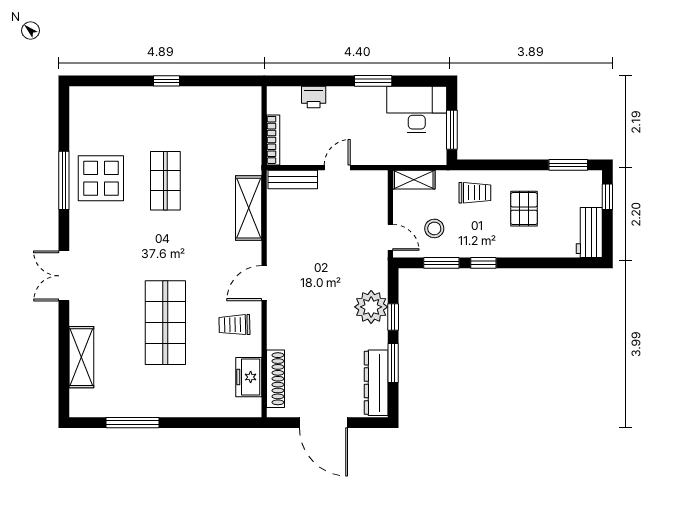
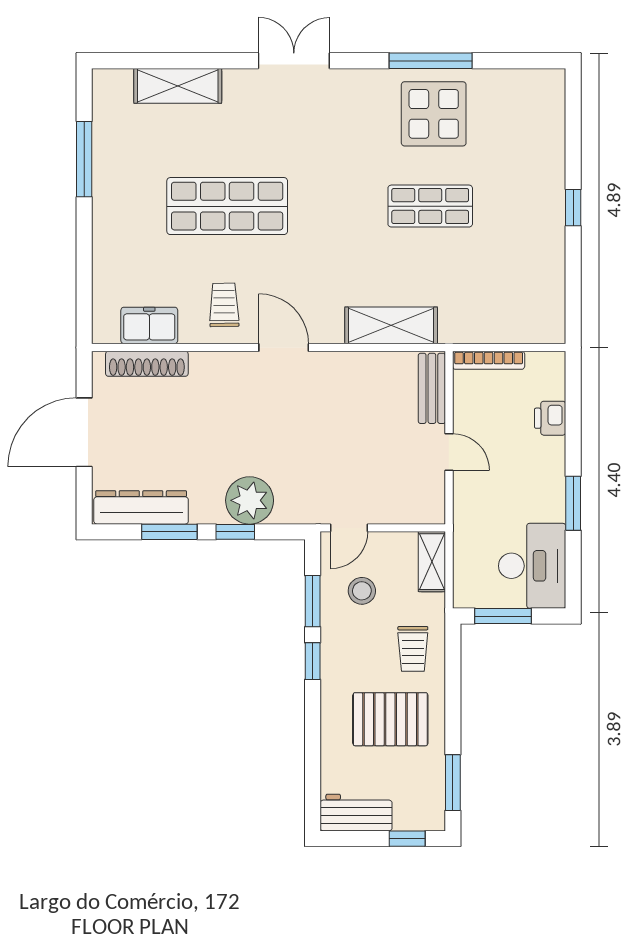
pallet: (524, 209) -> (390, 719), width x1.50, depth x1.42

